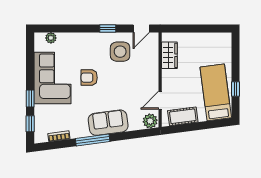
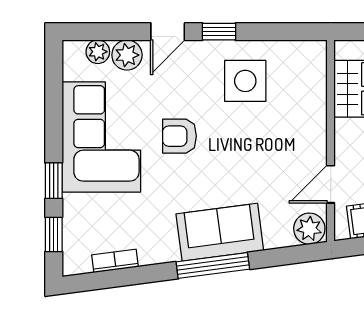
door: (141, 28) -> (168, 32), moved
plant: (65, 39) -> (127, 55), added
window: (93, 140) -> (213, 266), moved

